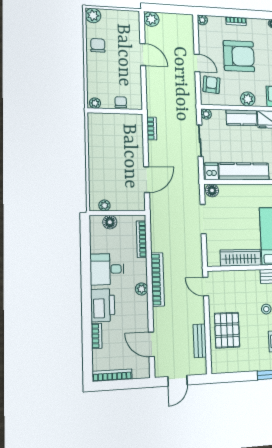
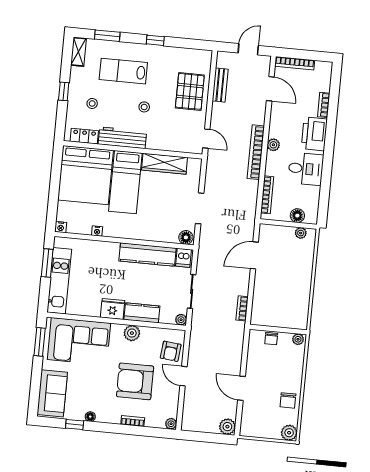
bookcase: (112, 375) -> (295, 63), moved

